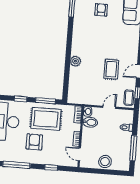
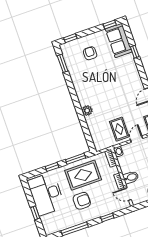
rug: (111, 69) -> (119, 129), moved
bidet: (90, 122) -> (131, 177), moved
armchair: (34, 142) -> (82, 201), turned 90

